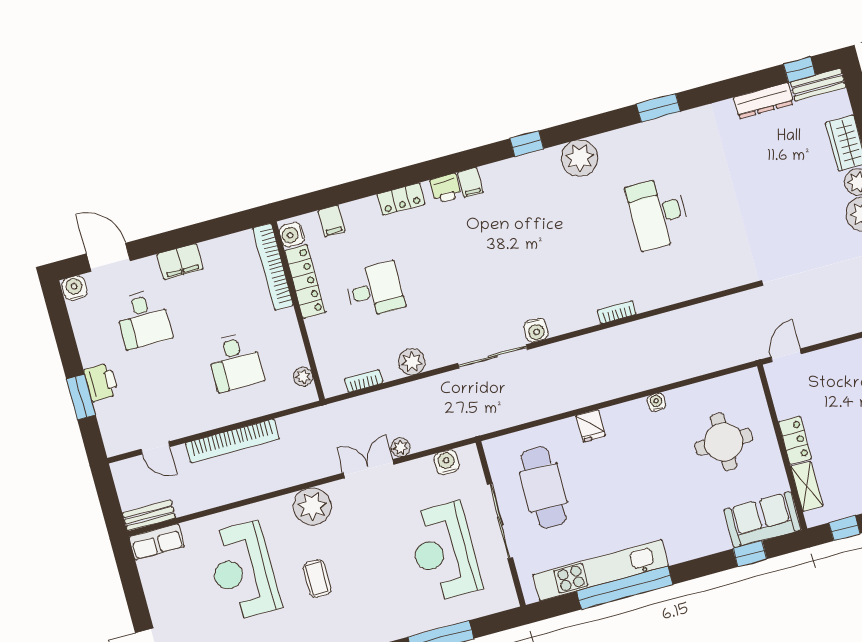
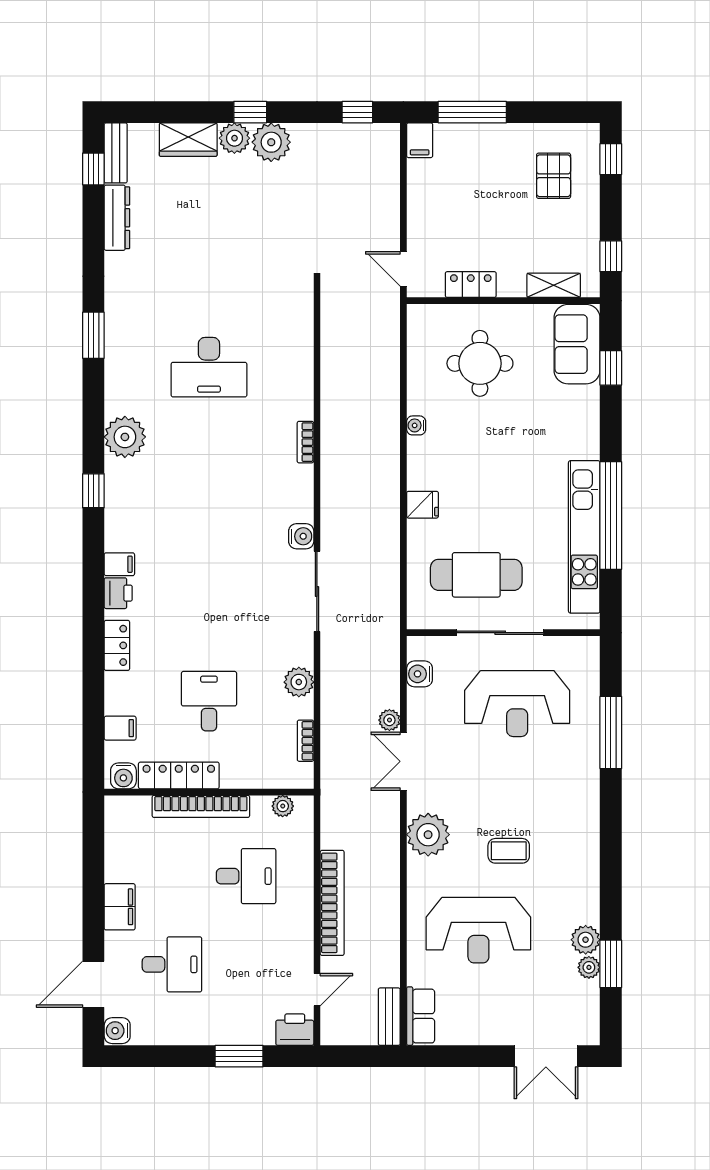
bookcase: (273, 267) -> (201, 806), moved
printer: (101, 382) -> (295, 1030), moved
locker: (795, 440) -> (471, 285), moved

